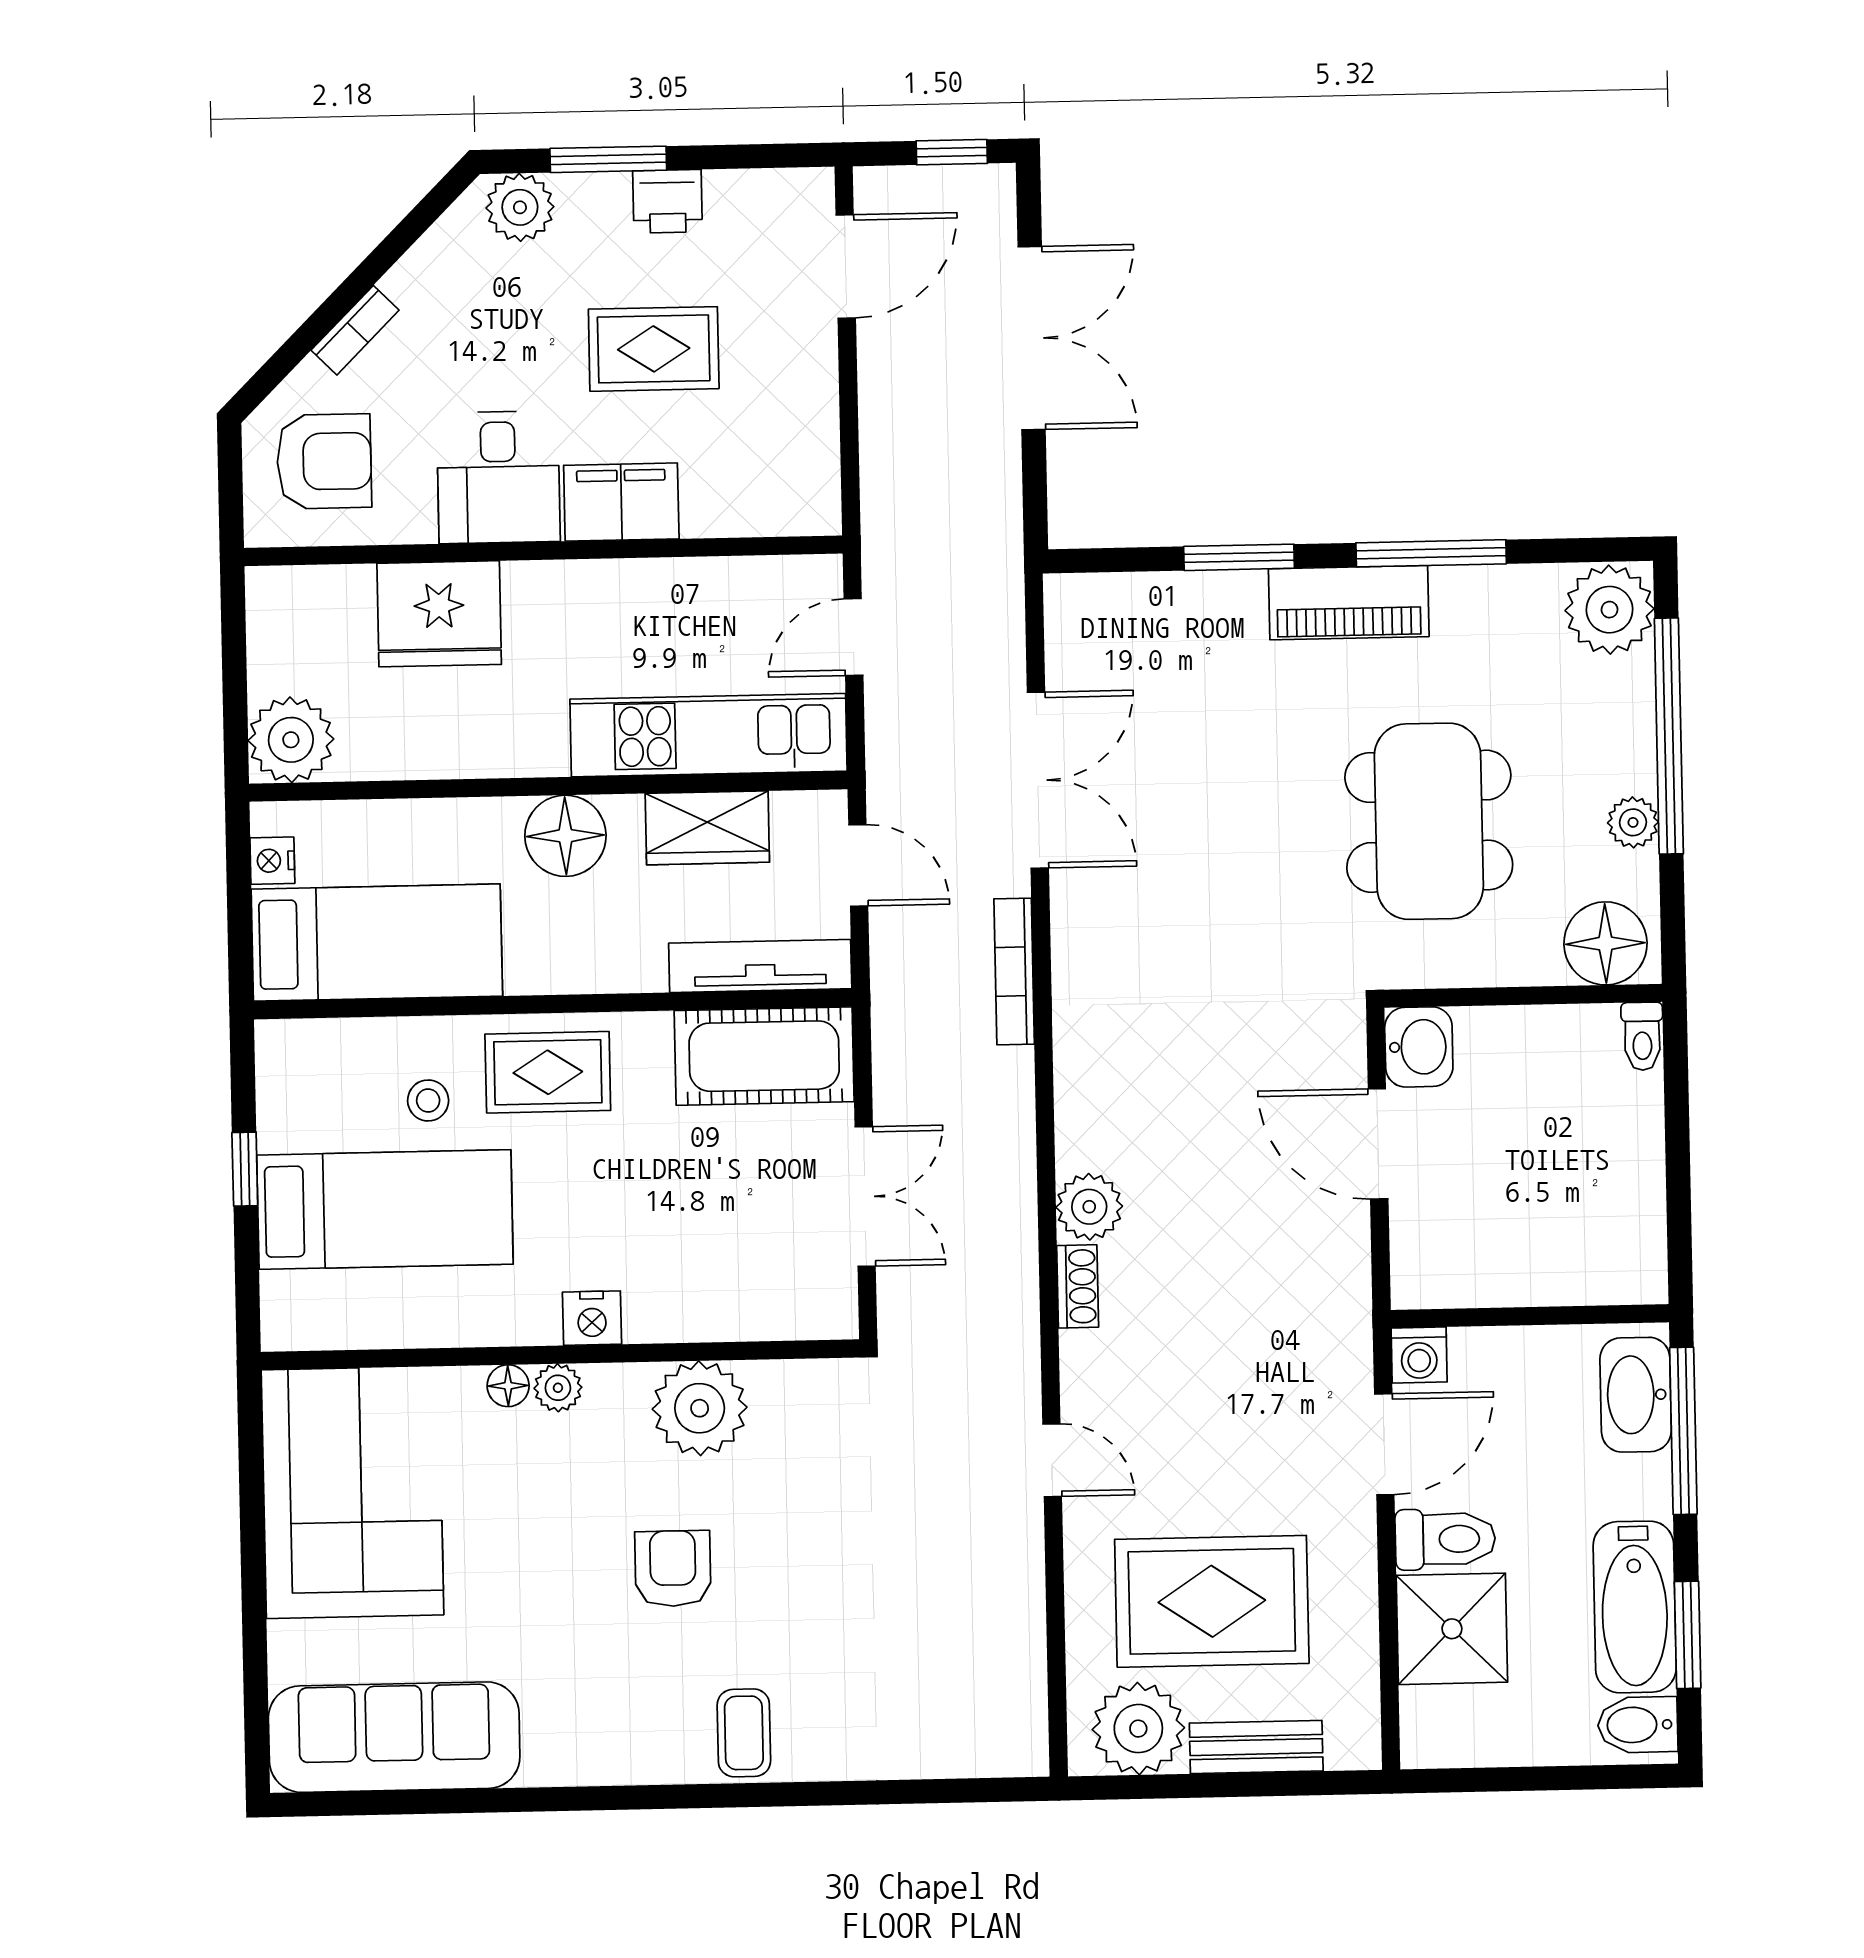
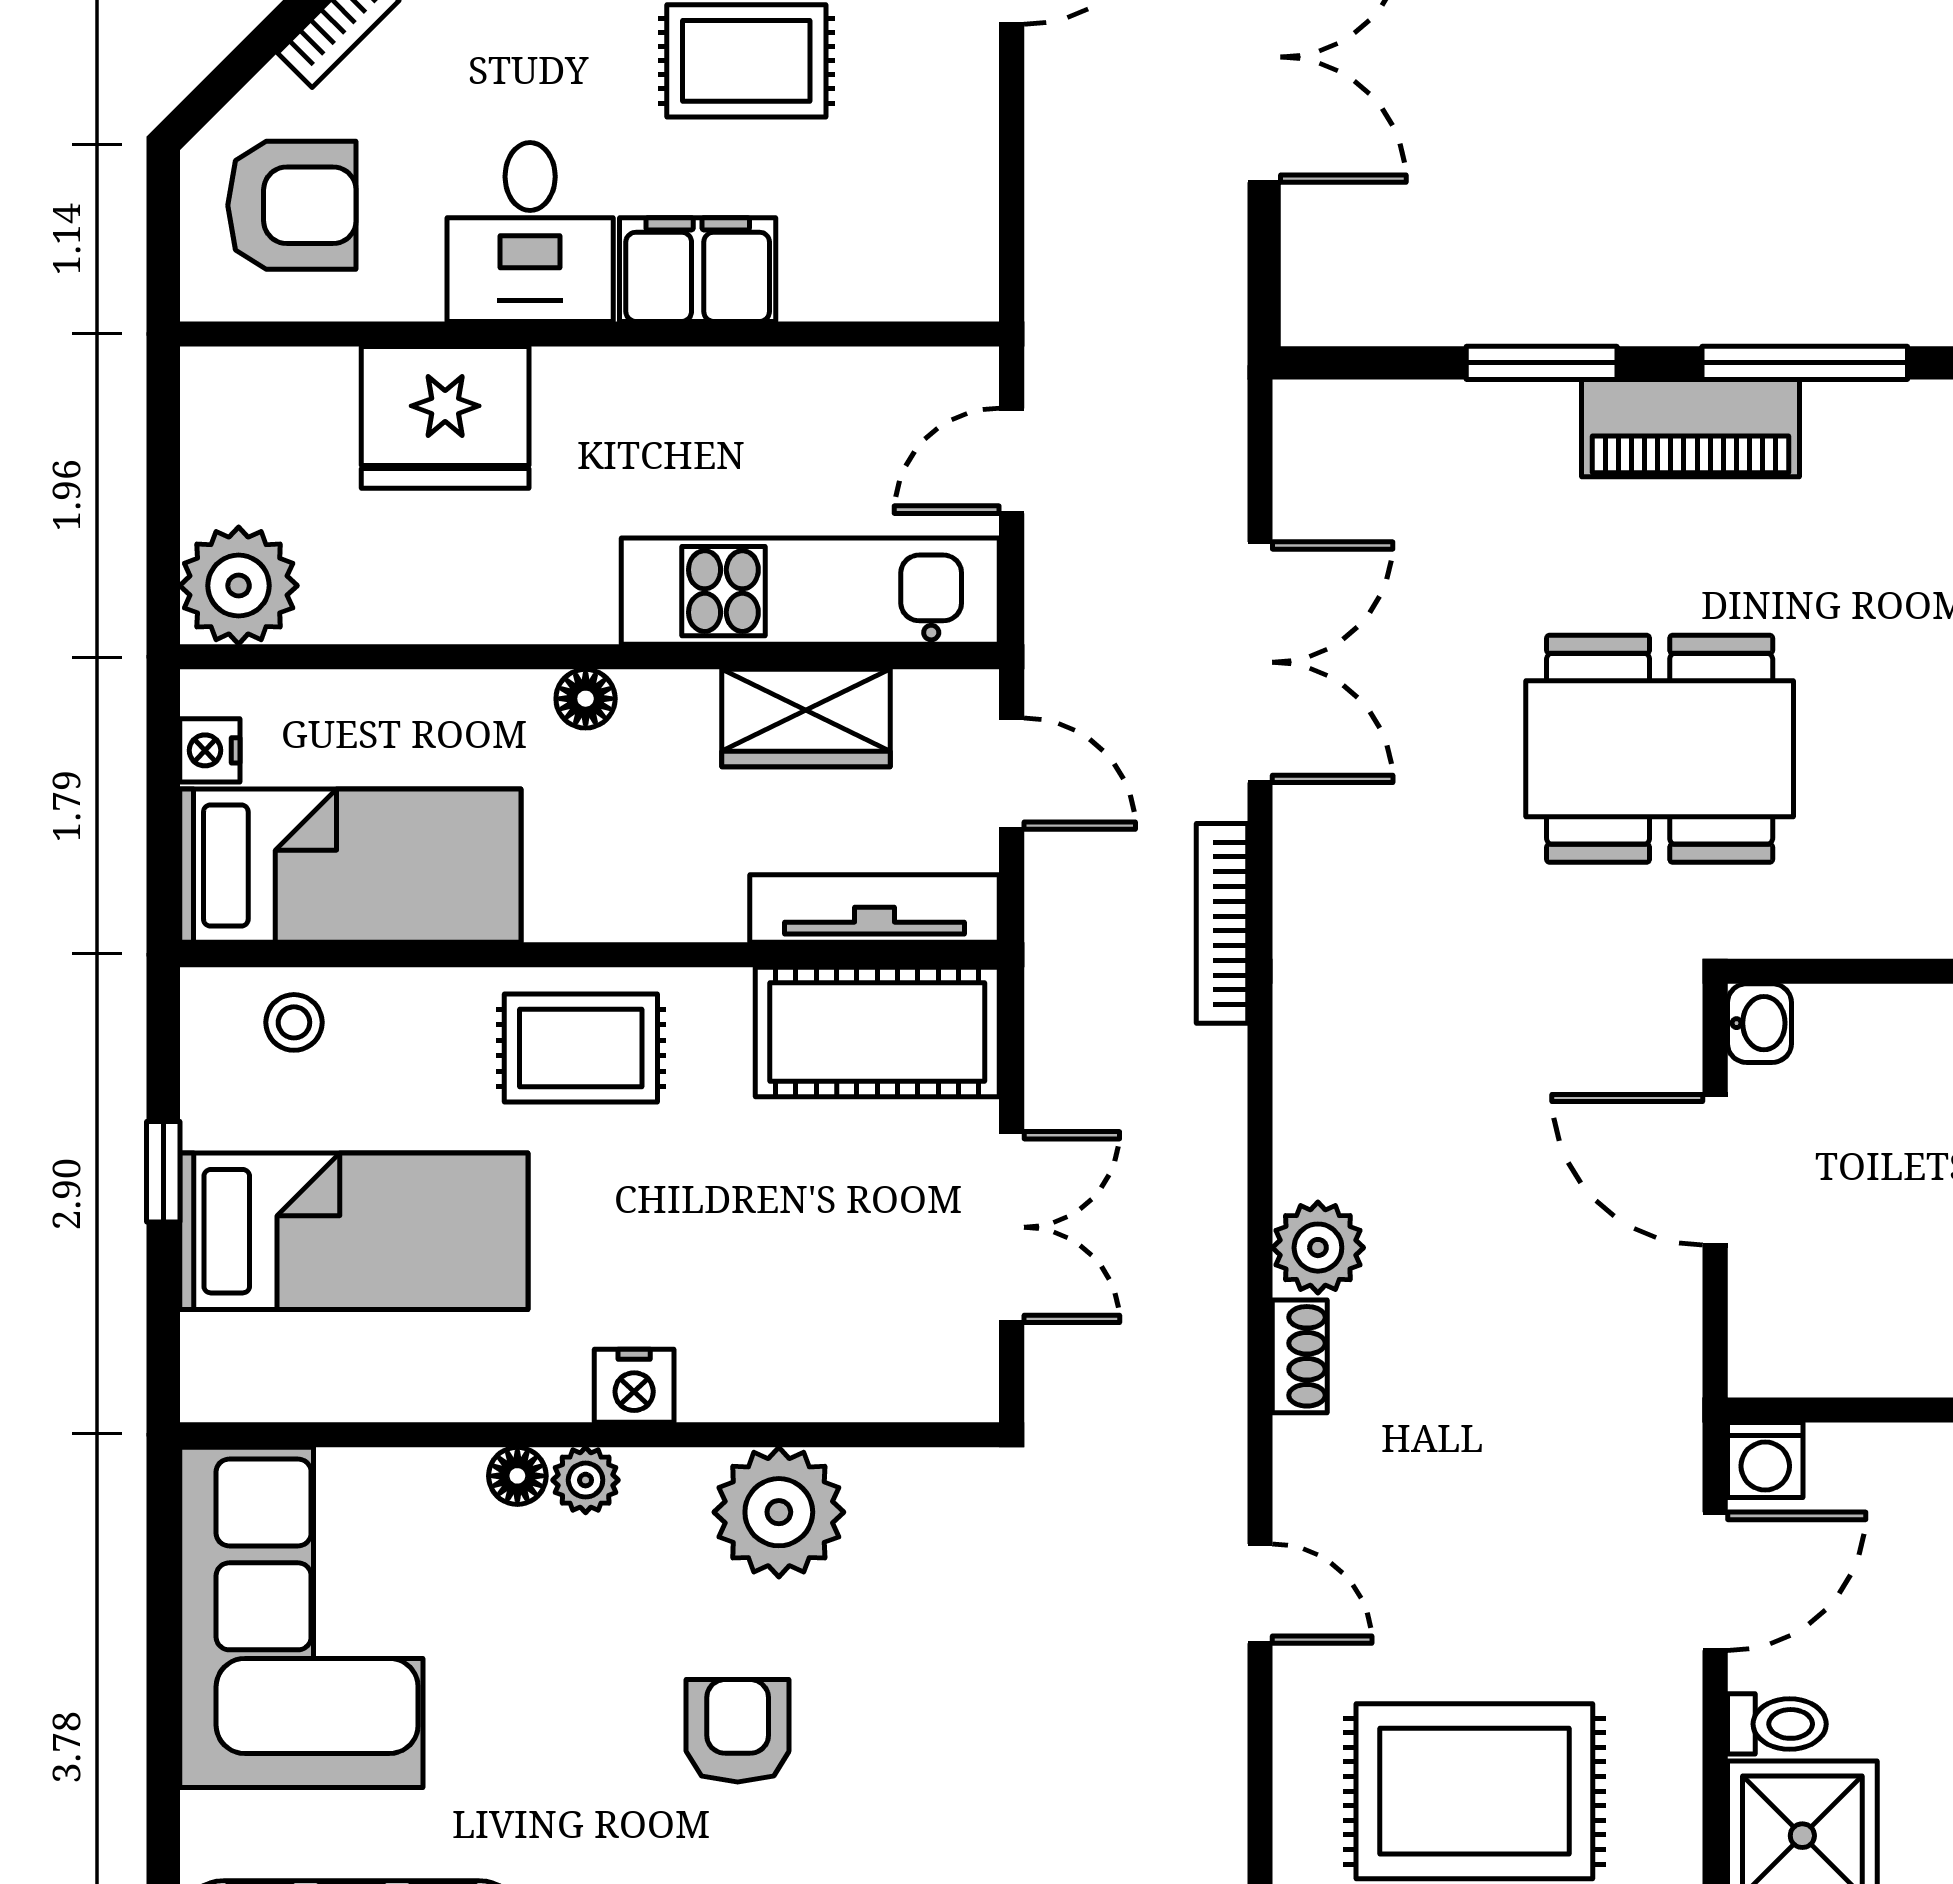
dining table: (1429, 821) -> (1660, 749), moved, turned 90
floor lamp: (565, 836) -> (586, 699), width x0.53, depth x0.53
washbasin: (1419, 1047) -> (1759, 1023), width x0.72, depth x0.69
stool: (428, 1100) -> (294, 1022), moved
toilet: (1445, 1539) -> (1777, 1724), width x0.73, depth x0.72

